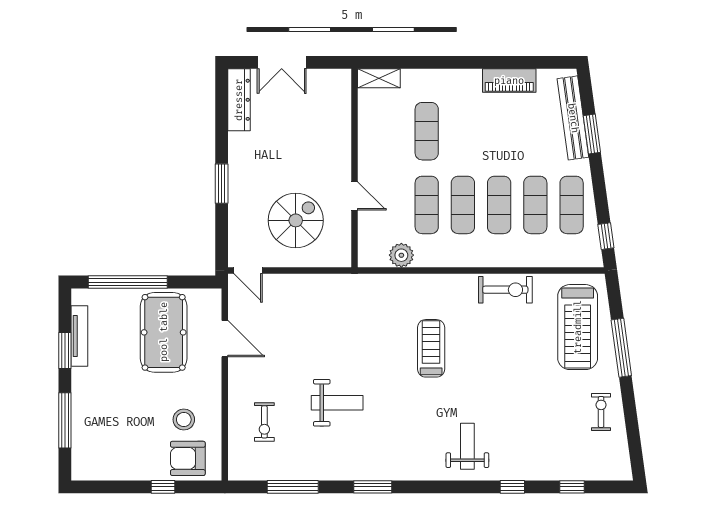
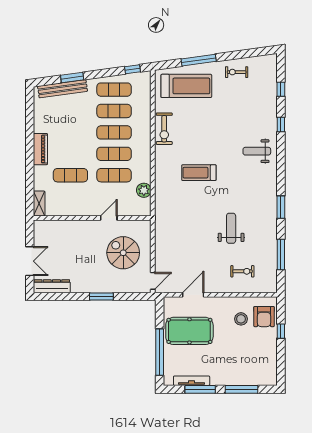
piano: (509, 81) -> (40, 149), moved
exercise bike: (505, 290) -> (164, 129), turned 180
window: (65, 351) -> (200, 389), width x1.44

